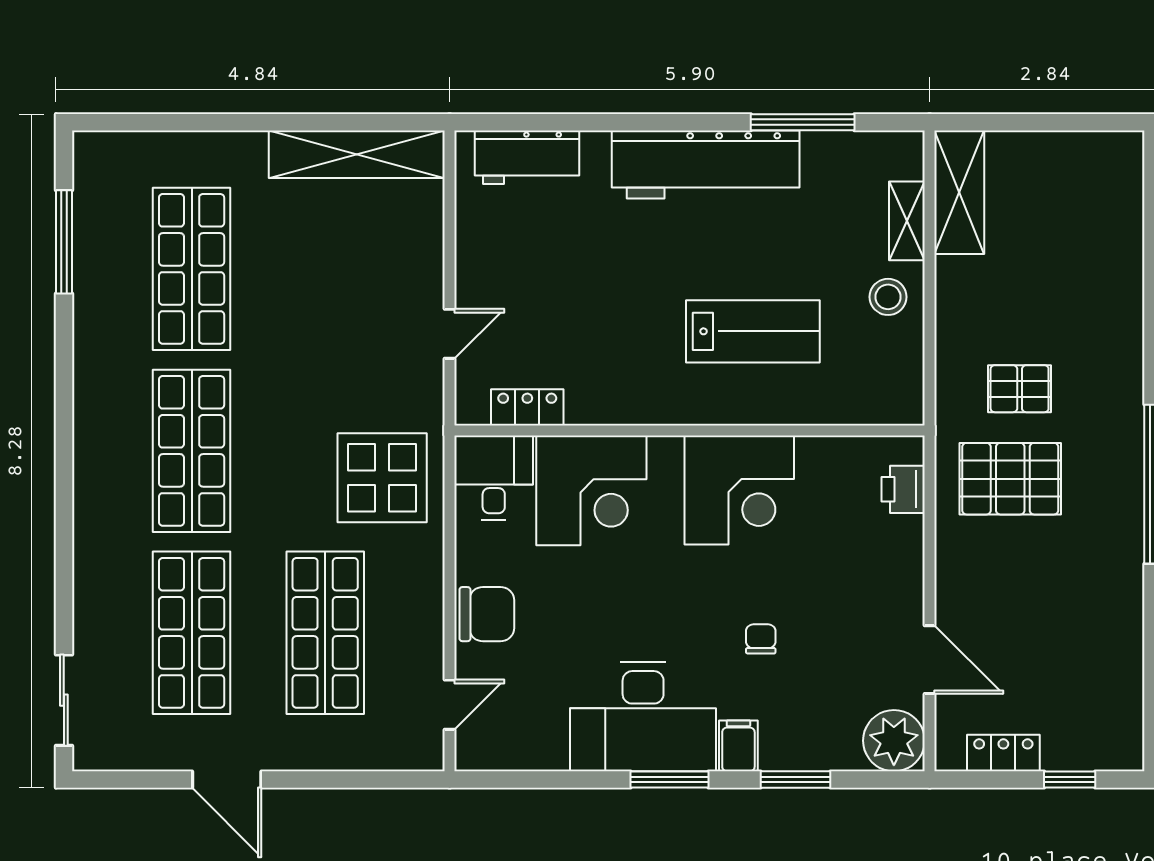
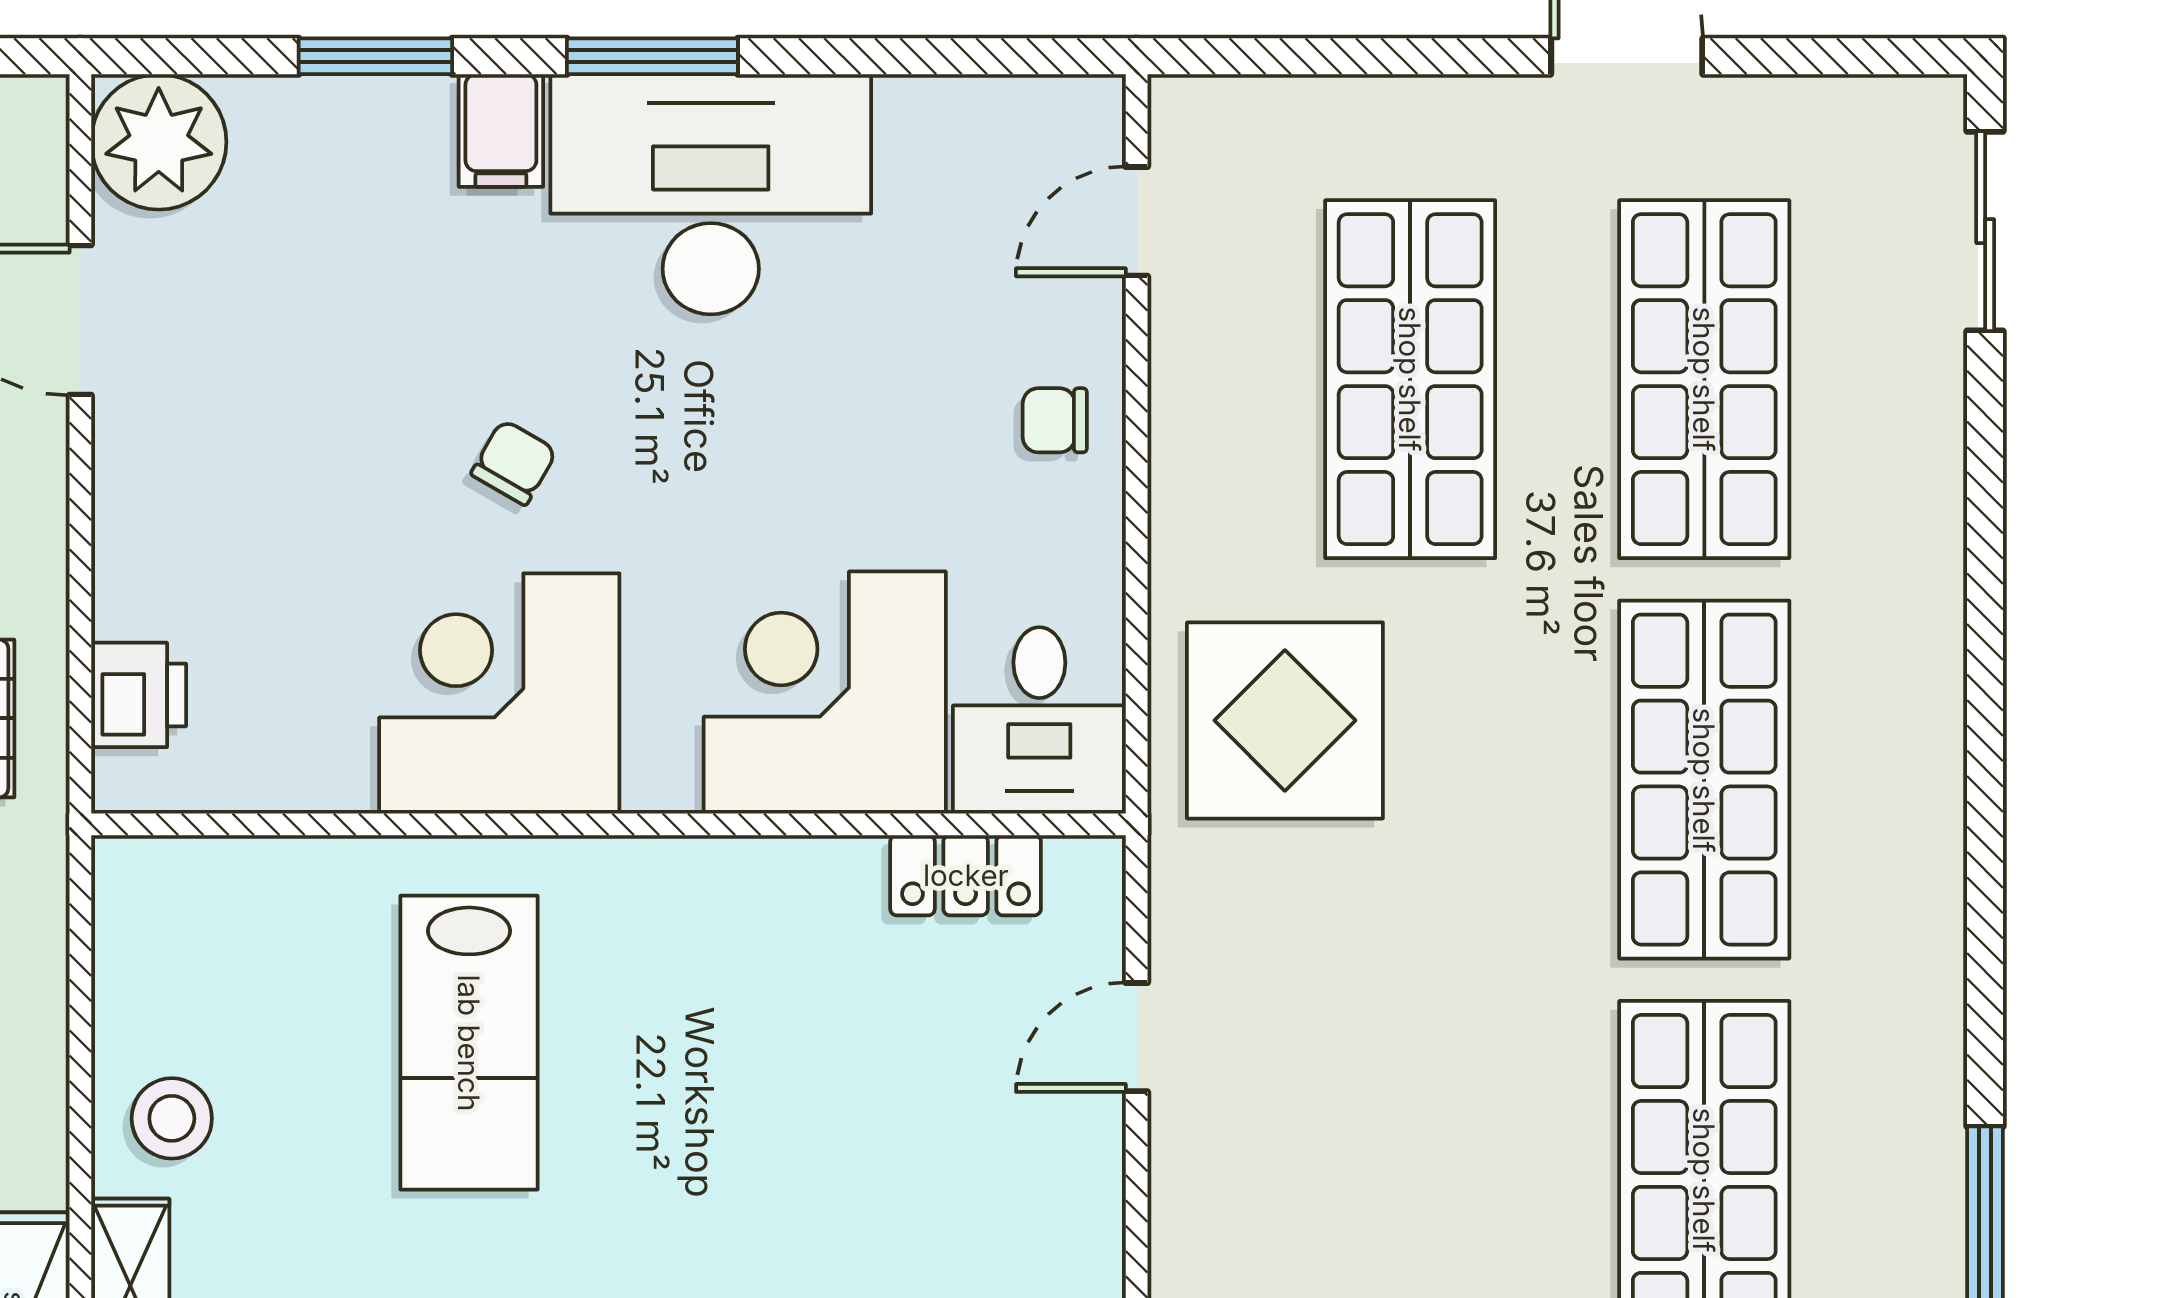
lab bench: (753, 331) -> (469, 1043), turned -90
chair: (487, 614) -> (1055, 420), width x0.54, depth x0.54
chair: (761, 639) -> (514, 462), moved, turned -150

